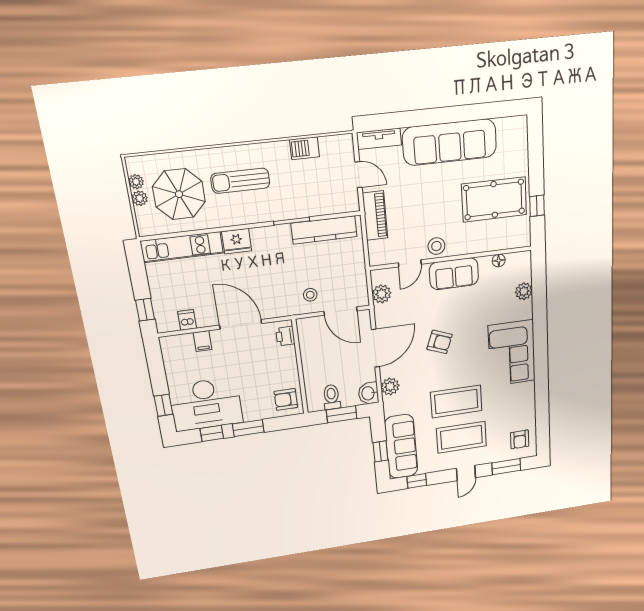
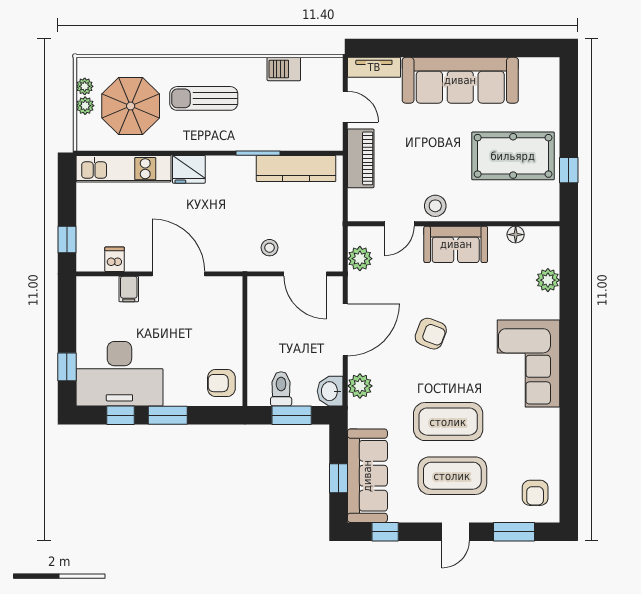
printer: (285, 336) -> (232, 297), removed

